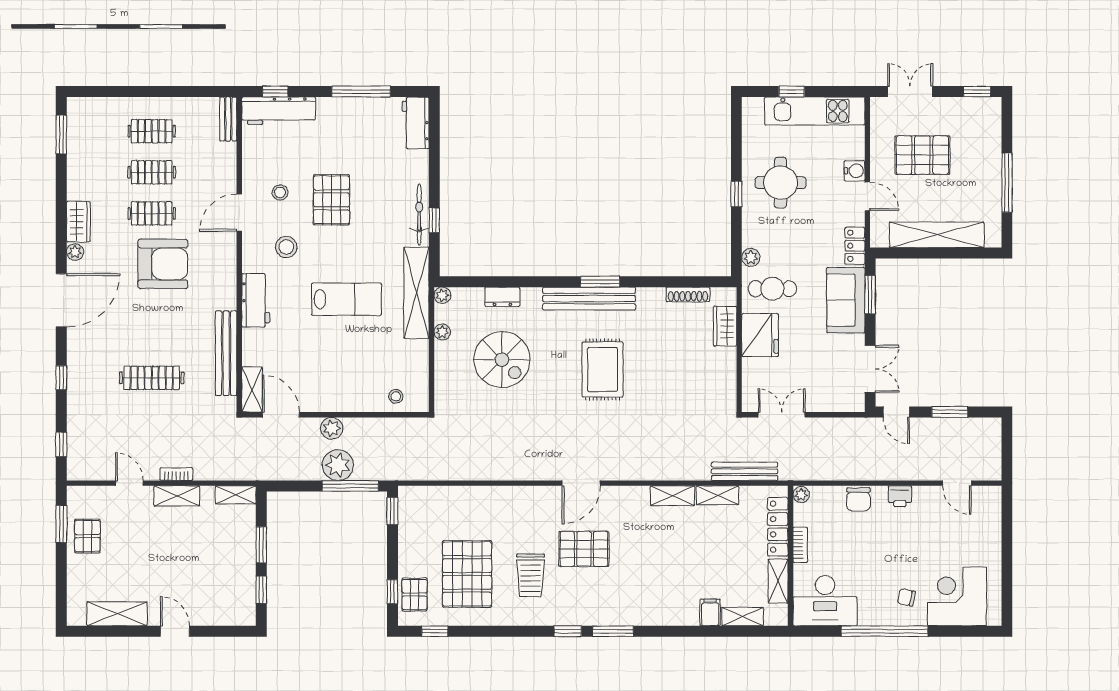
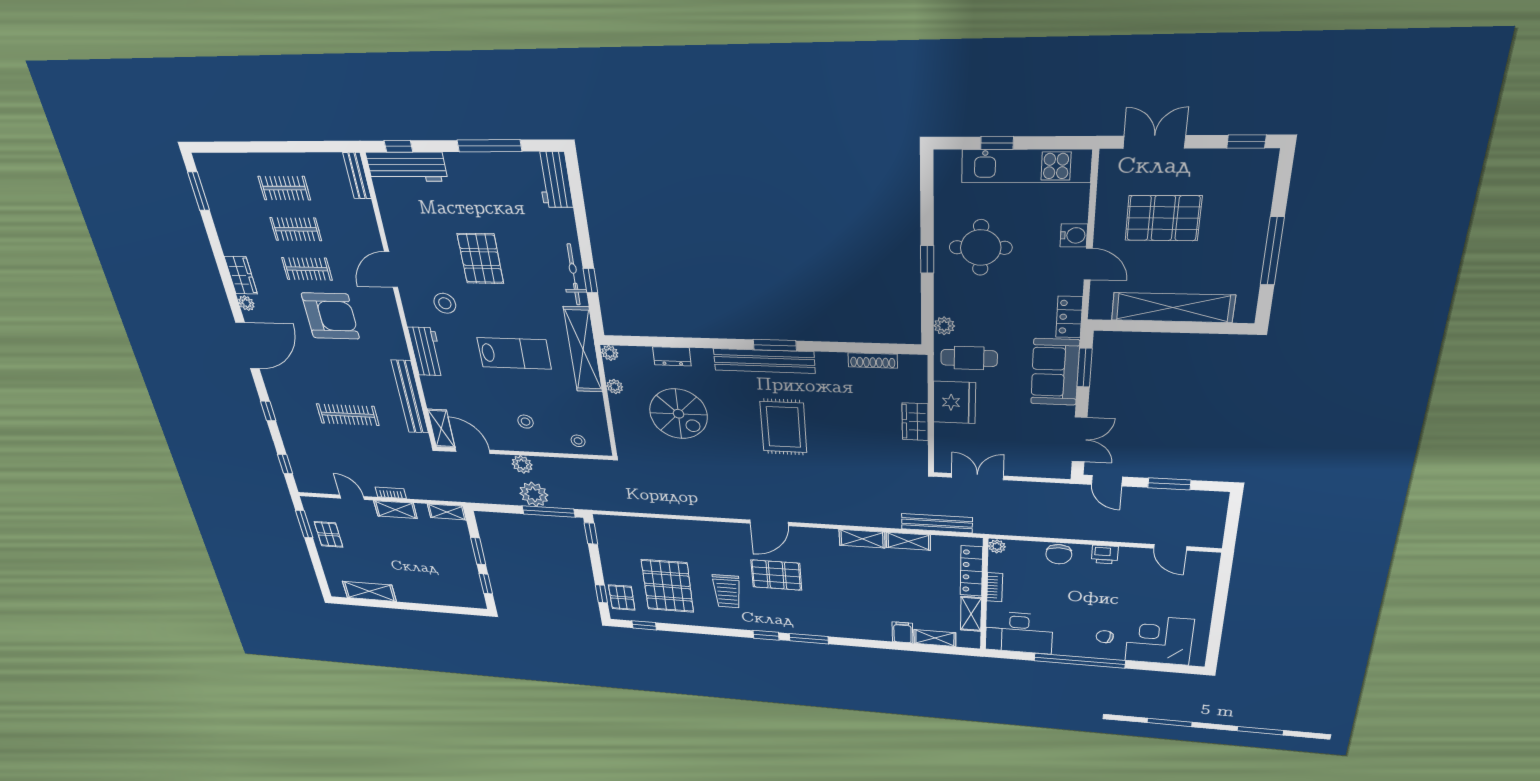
stool: (280, 192) -> (526, 422), moved
wardrobe: (725, 326) -> (915, 422), moved
door: (175, 631) -> (420, 607), removed

